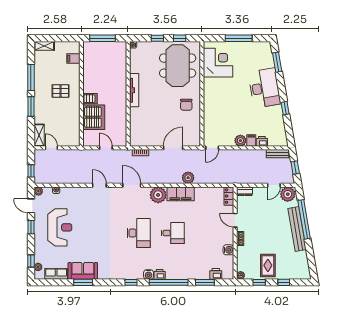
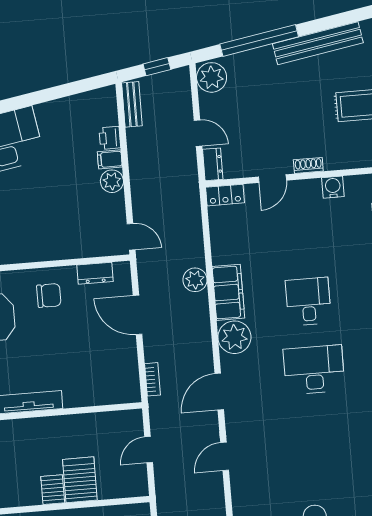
window: (285, 108) -> (40, 97), removed
server rack: (94, 117) -> (80, 480), width x0.62
dresser: (195, 128) -> (95, 273), added
door: (274, 185) -> (198, 133), moved
bench: (297, 229) -> (318, 43), moved

